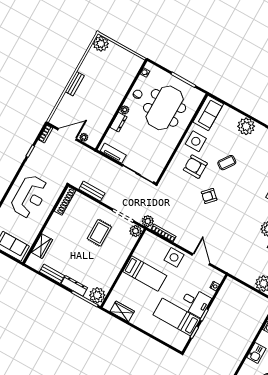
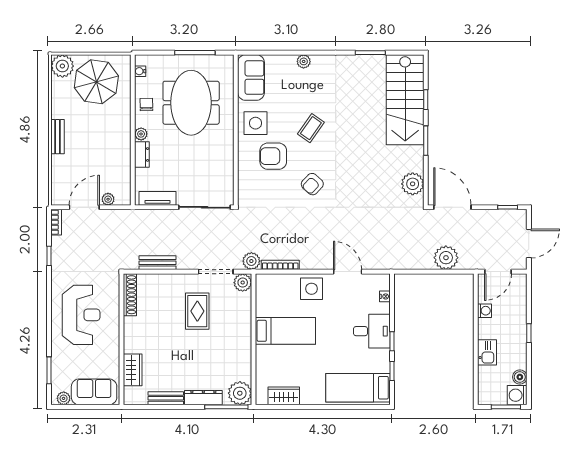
parasol: (116, 64) -> (96, 82), added
plant: (246, 126) -> (304, 61), width x0.53, depth x0.53
bed: (177, 317) -> (358, 388), moved

